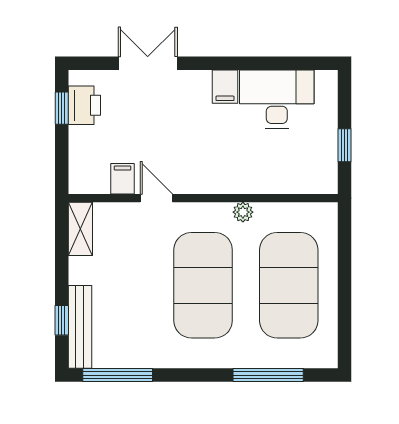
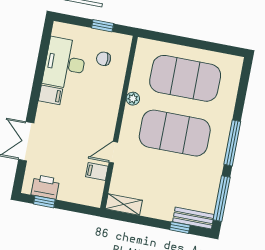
chair: (295, 156) -> (104, 59), added
bench: (80, 327) -> (193, 218), width x0.73
window: (268, 375) -> (232, 143), moved

